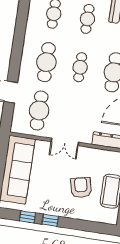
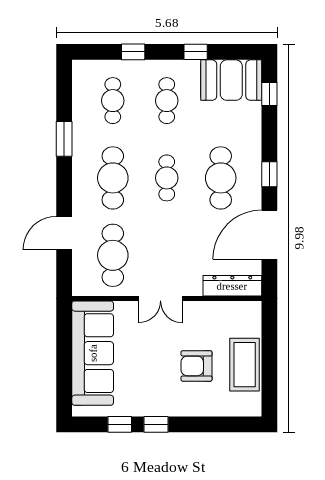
window: (20, 33) -> (64, 139), added
armchair: (81, 188) -> (197, 366), turned -77

